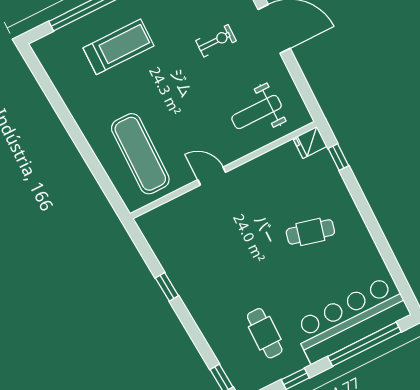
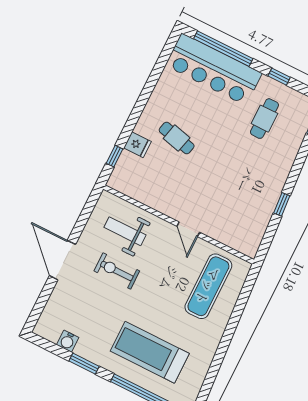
exercise bike: (216, 41) -> (117, 271), moved, width x1.38, depth x1.39
treadmill: (119, 47) -> (150, 352), width x1.37, depth x1.38
weight bench: (257, 112) -> (125, 231), turned 180
fridge: (310, 142) -> (137, 145), moved

